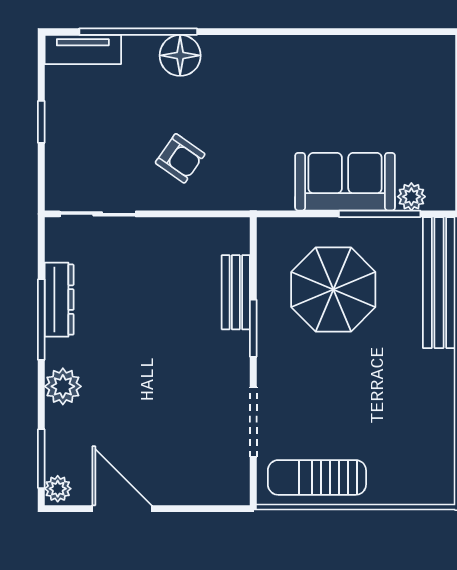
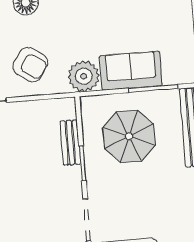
armchair: (180, 158) -> (30, 65), width x1.38, depth x1.38
plant: (411, 197) -> (84, 76), moved, width x1.87, depth x1.87

